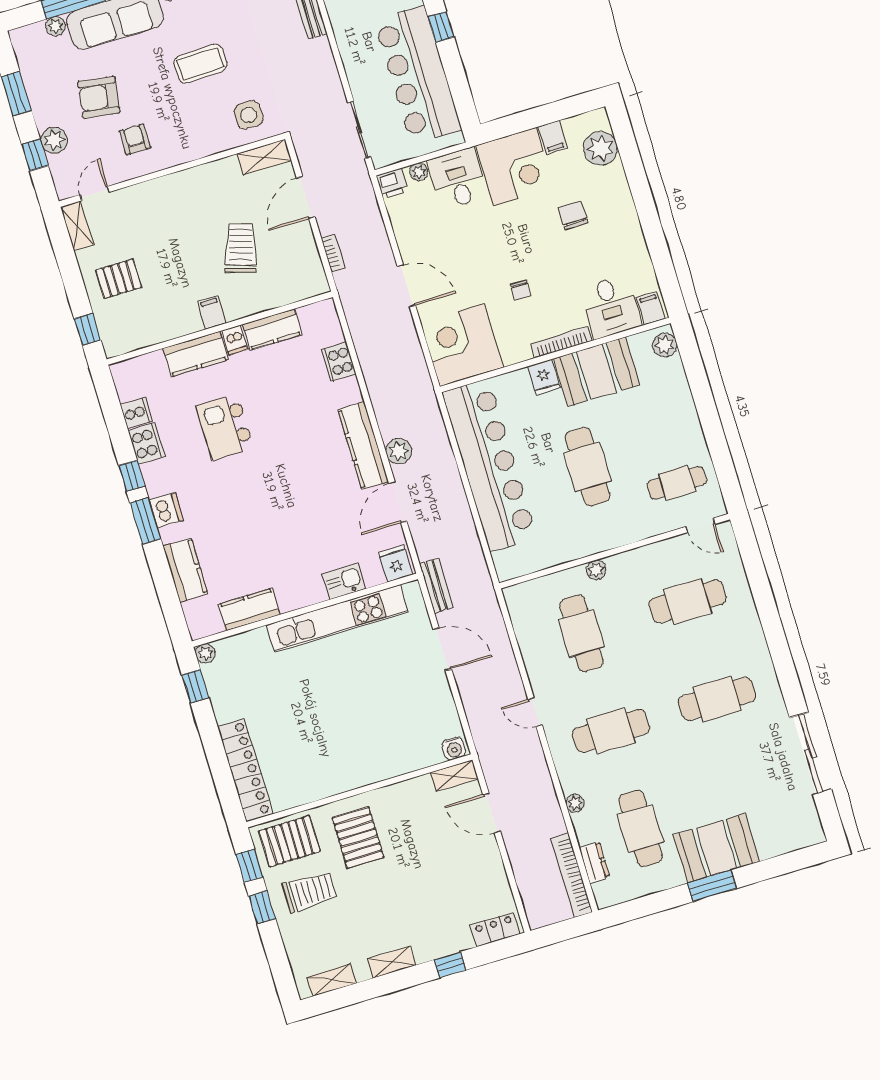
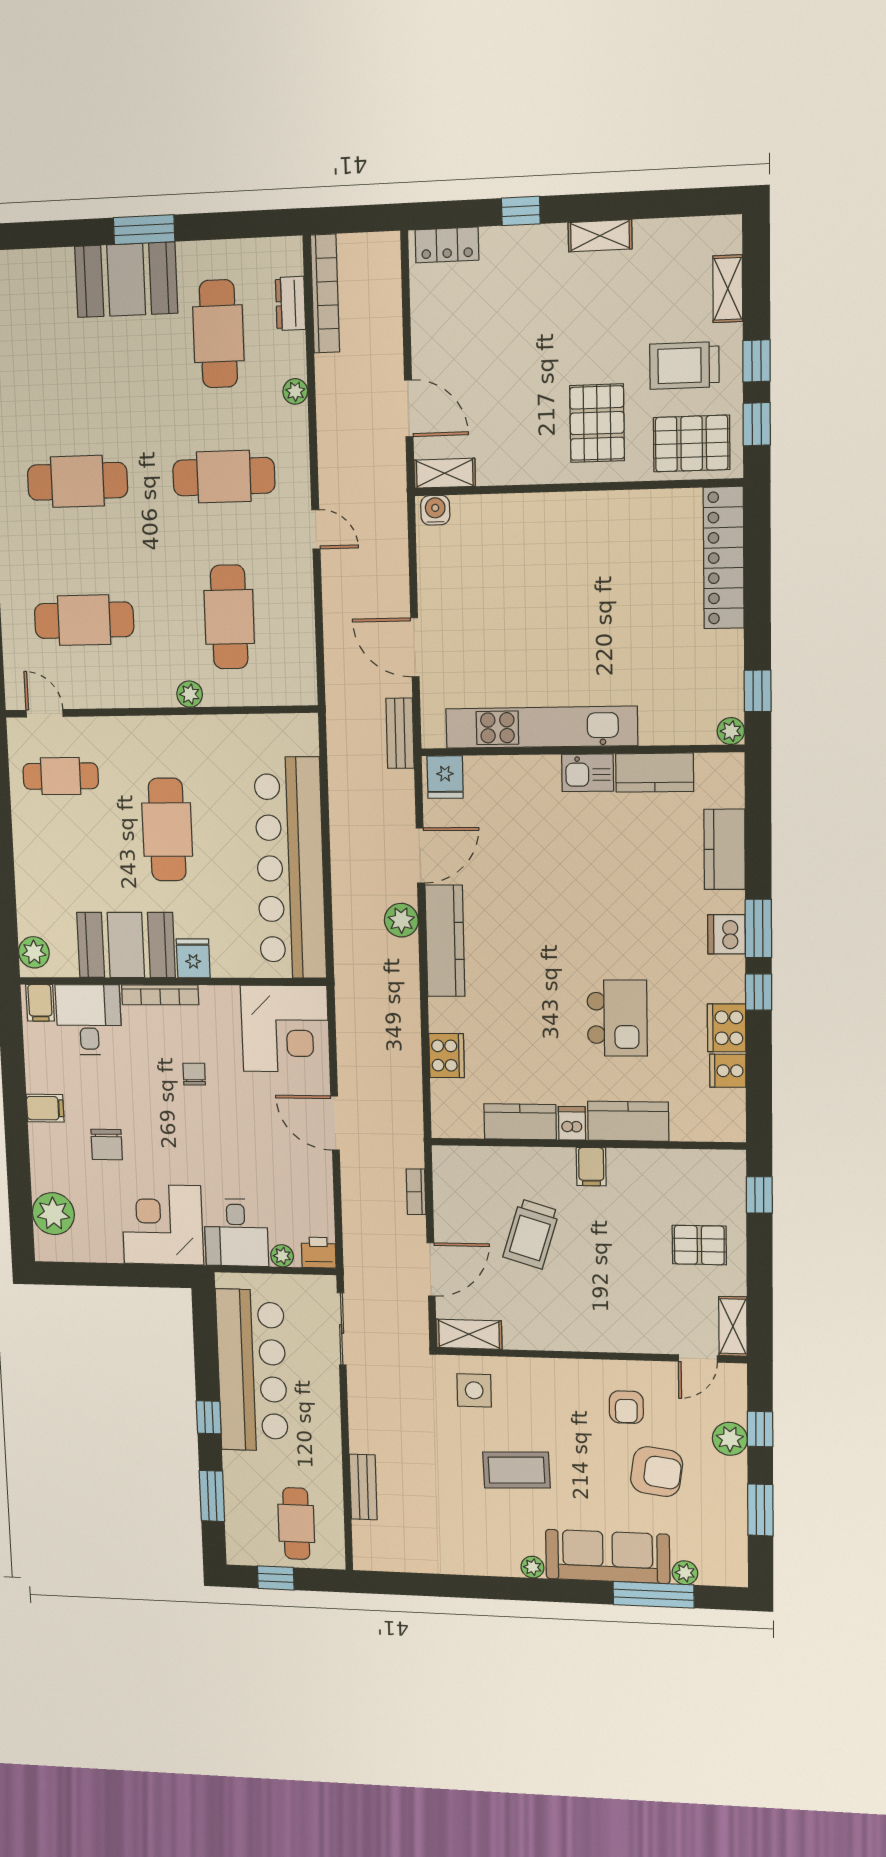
filing cabinet: (553, 137) -> (45, 1108), moved, turned 90
kitchen sink: (344, 581) -> (588, 773), moved
shelving: (332, 980) -> (728, 289), moved, turned 90

